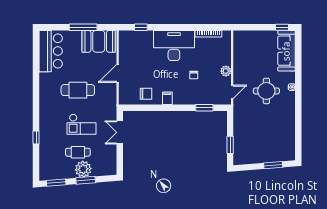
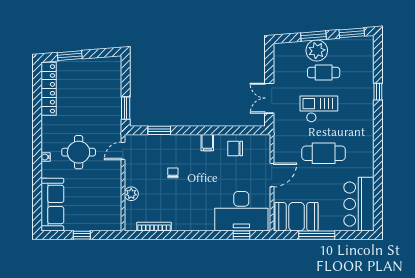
window: (282, 27) -> (82, 235), moved
desk: (174, 45) -> (241, 211), moved
plant: (226, 71) -> (131, 194), moved
double door: (120, 132) -> (269, 98), swing flipped
locker: (289, 140) -> (49, 89), added
window: (230, 145) -> (126, 108), moved

